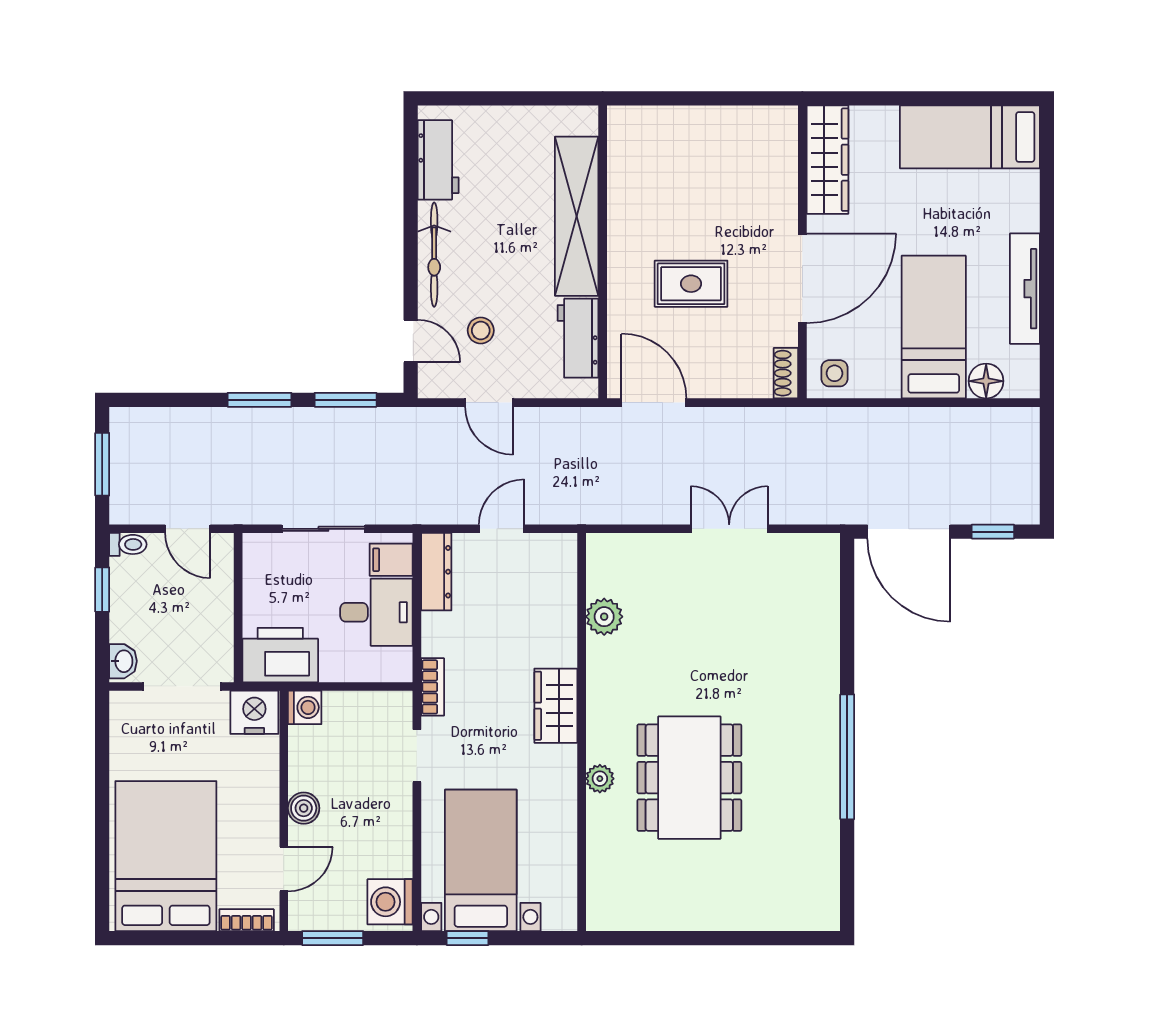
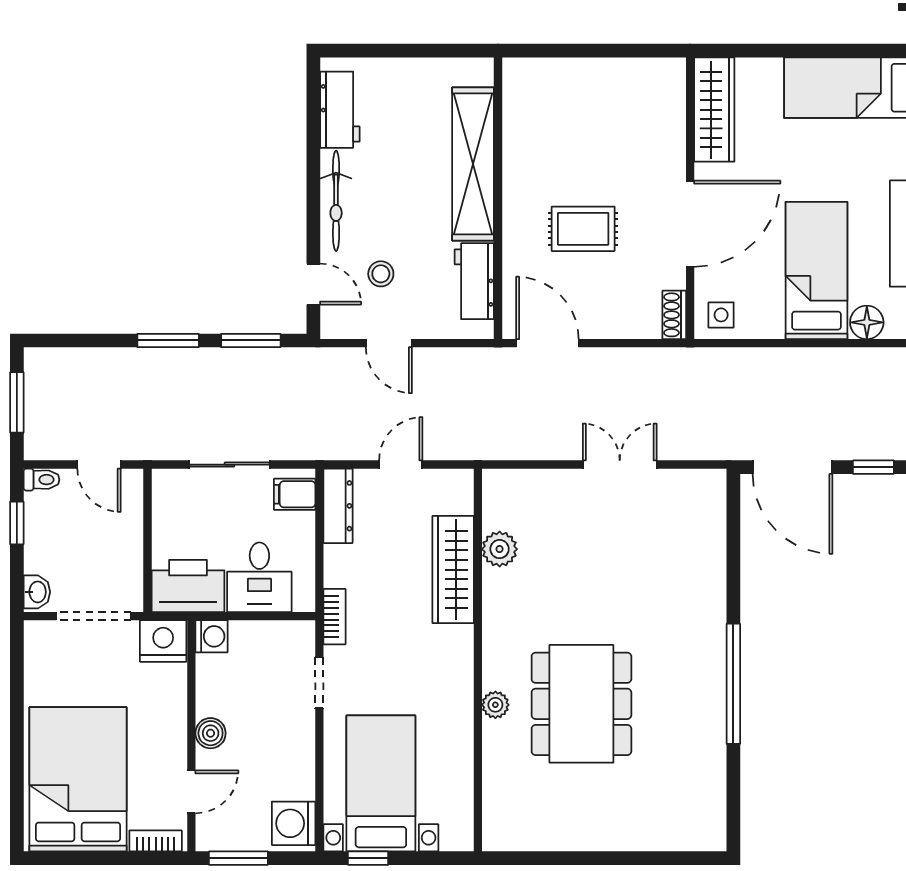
desk: (376, 612) -> (259, 577), moved, turned 90
wardrobe: (556, 706) -> (453, 570), moved, width x1.50

